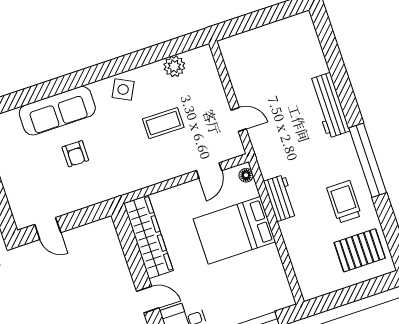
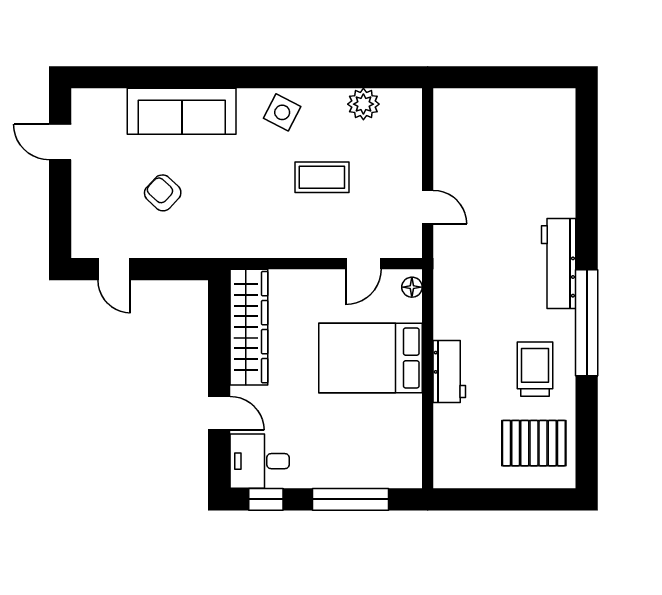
workbench: (329, 105) -> (559, 264), moved
armchair: (75, 154) -> (163, 193), moved, turned 133
workbench: (281, 198) -> (449, 372), moved

